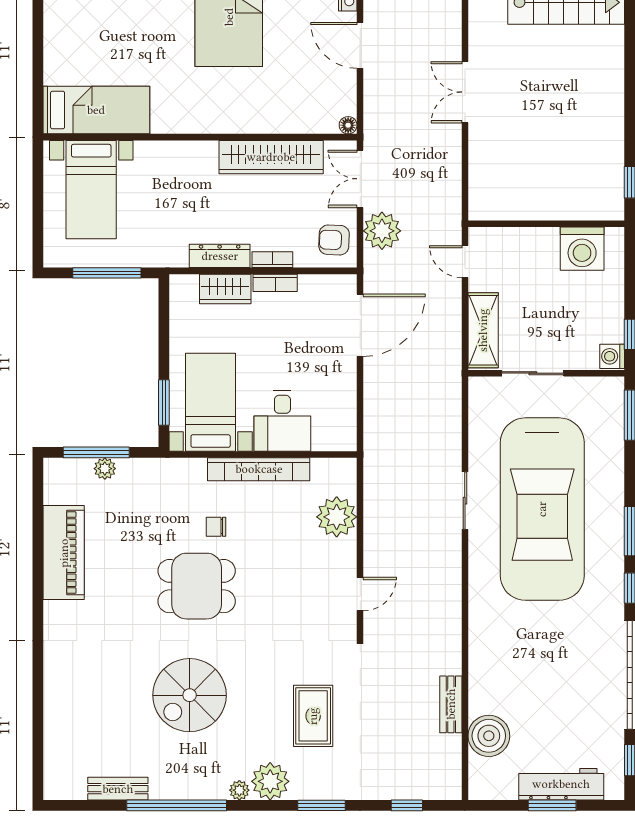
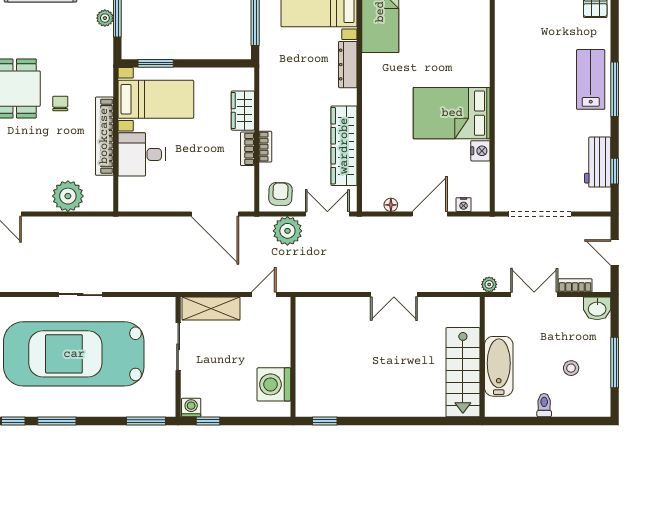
double door: (465, 92) -> (394, 295), swing flipped
floor lamp: (348, 125) -> (391, 205), moved
dresser: (220, 256) -> (348, 65), moved, turned 180

